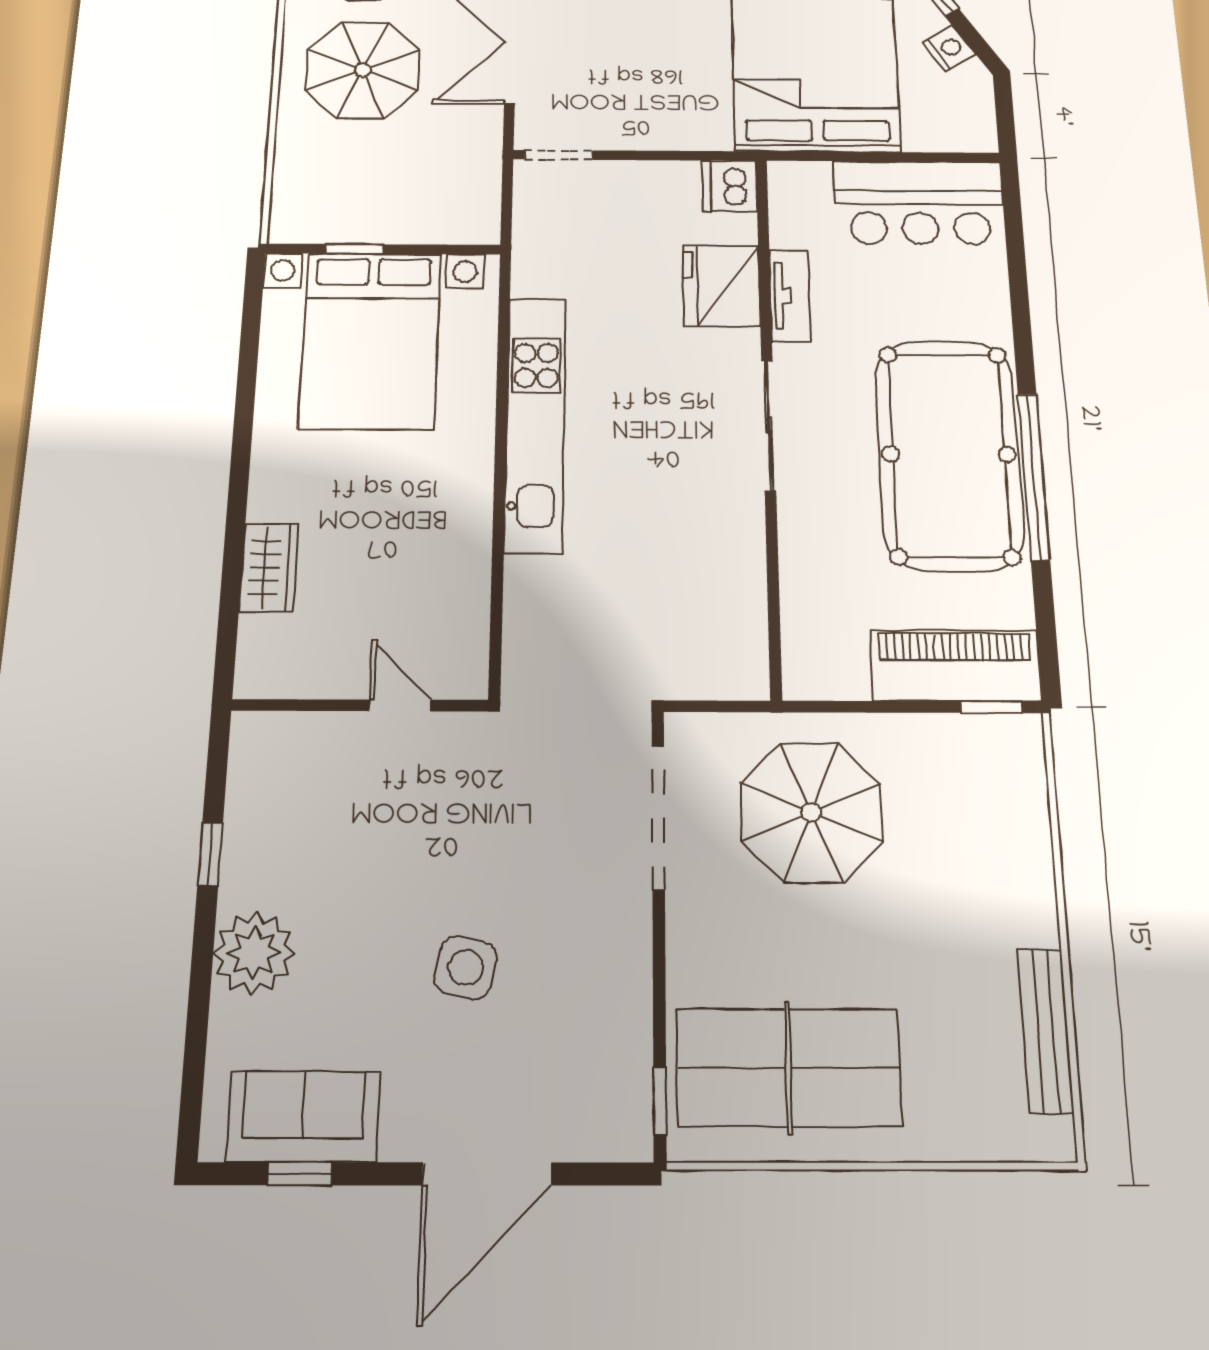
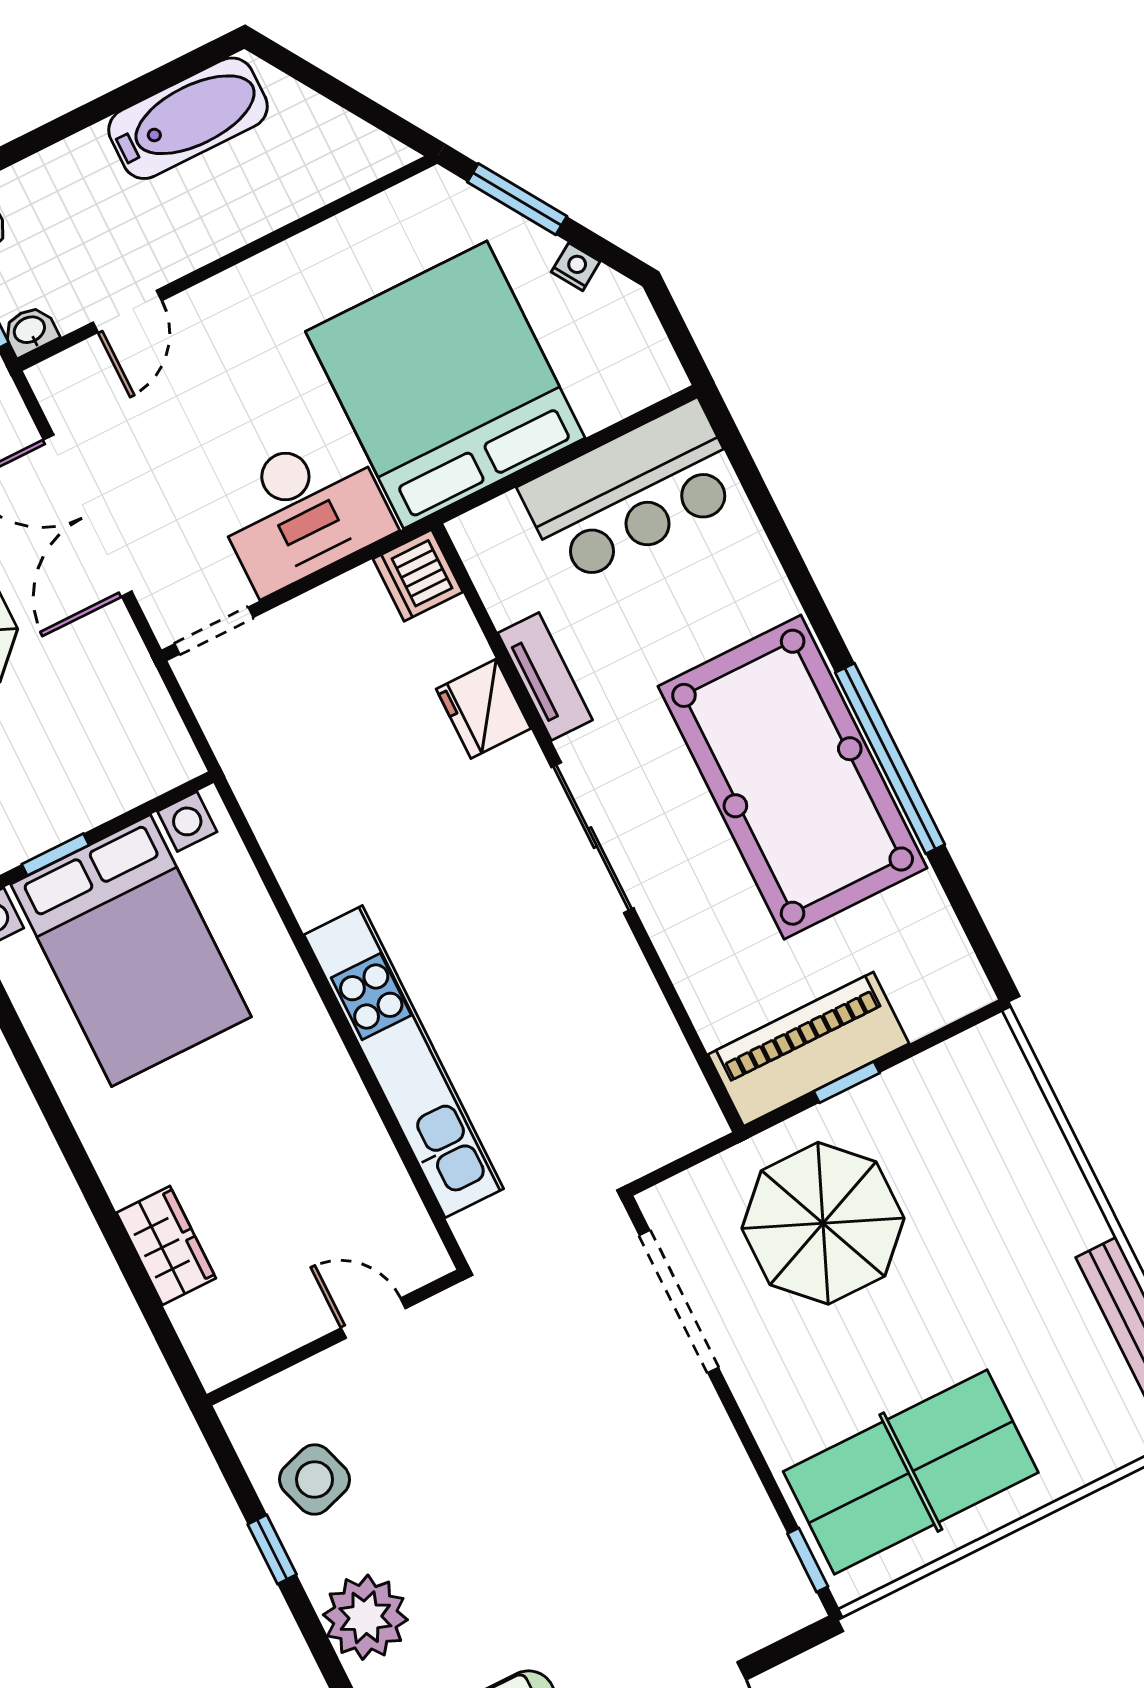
nightstand: (949, 48) -> (576, 267), width x0.72, depth x0.74
desk: (667, 107) -> (302, 511), added
fridge: (721, 286) -> (483, 709), width x0.73, depth x0.75
kitchen unit: (535, 423) -> (404, 1062), moved
piano: (955, 666) -> (809, 1049), moved
window: (991, 707) -> (847, 1082), moved
side table: (466, 968) -> (315, 1480), moved, turned -30

